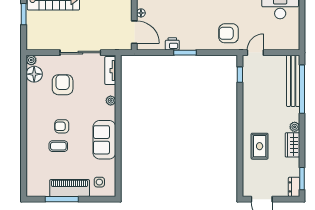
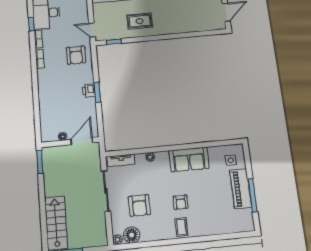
printer: (172, 44) -> (89, 90), moved
armchair: (63, 85) -> (139, 205), turned -90
coffee table: (58, 146) -> (181, 227), moved
rug: (260, 146) -> (140, 21), moved

